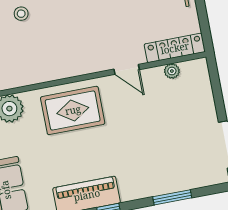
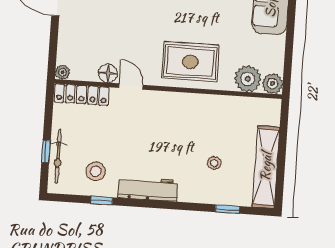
plant: (172, 71) -> (62, 72), moved
floor lamp: (154, 77) -> (108, 73), added

